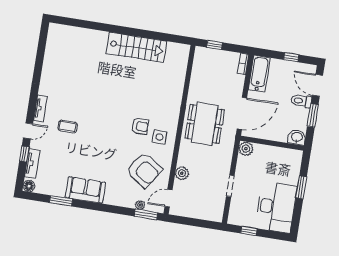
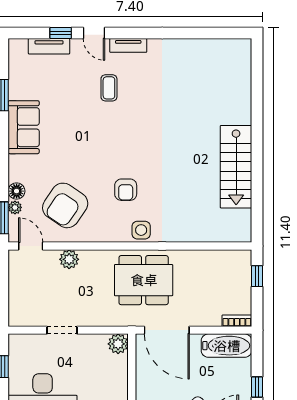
side table: (160, 137) -> (141, 230), moved
floor lamp: (29, 186) -> (17, 191), moved

